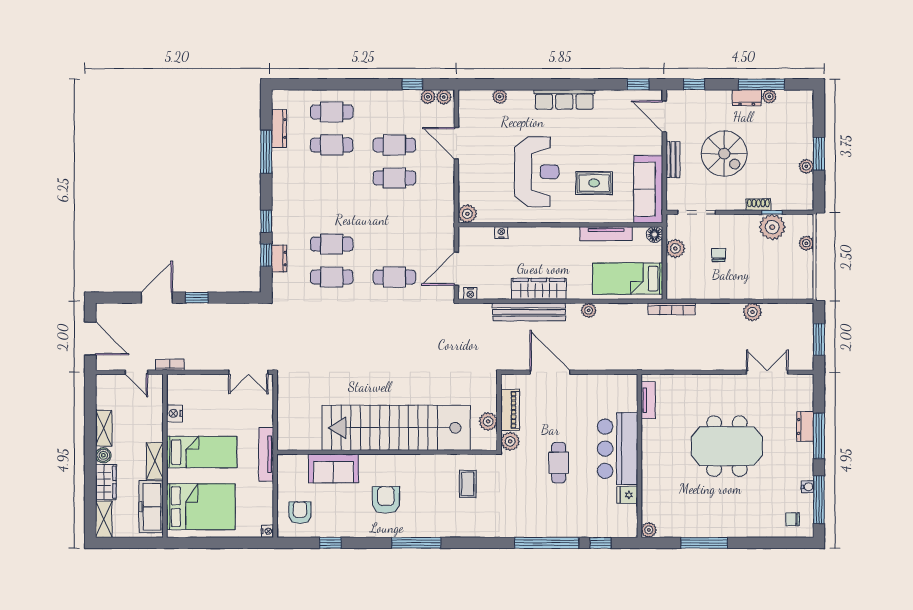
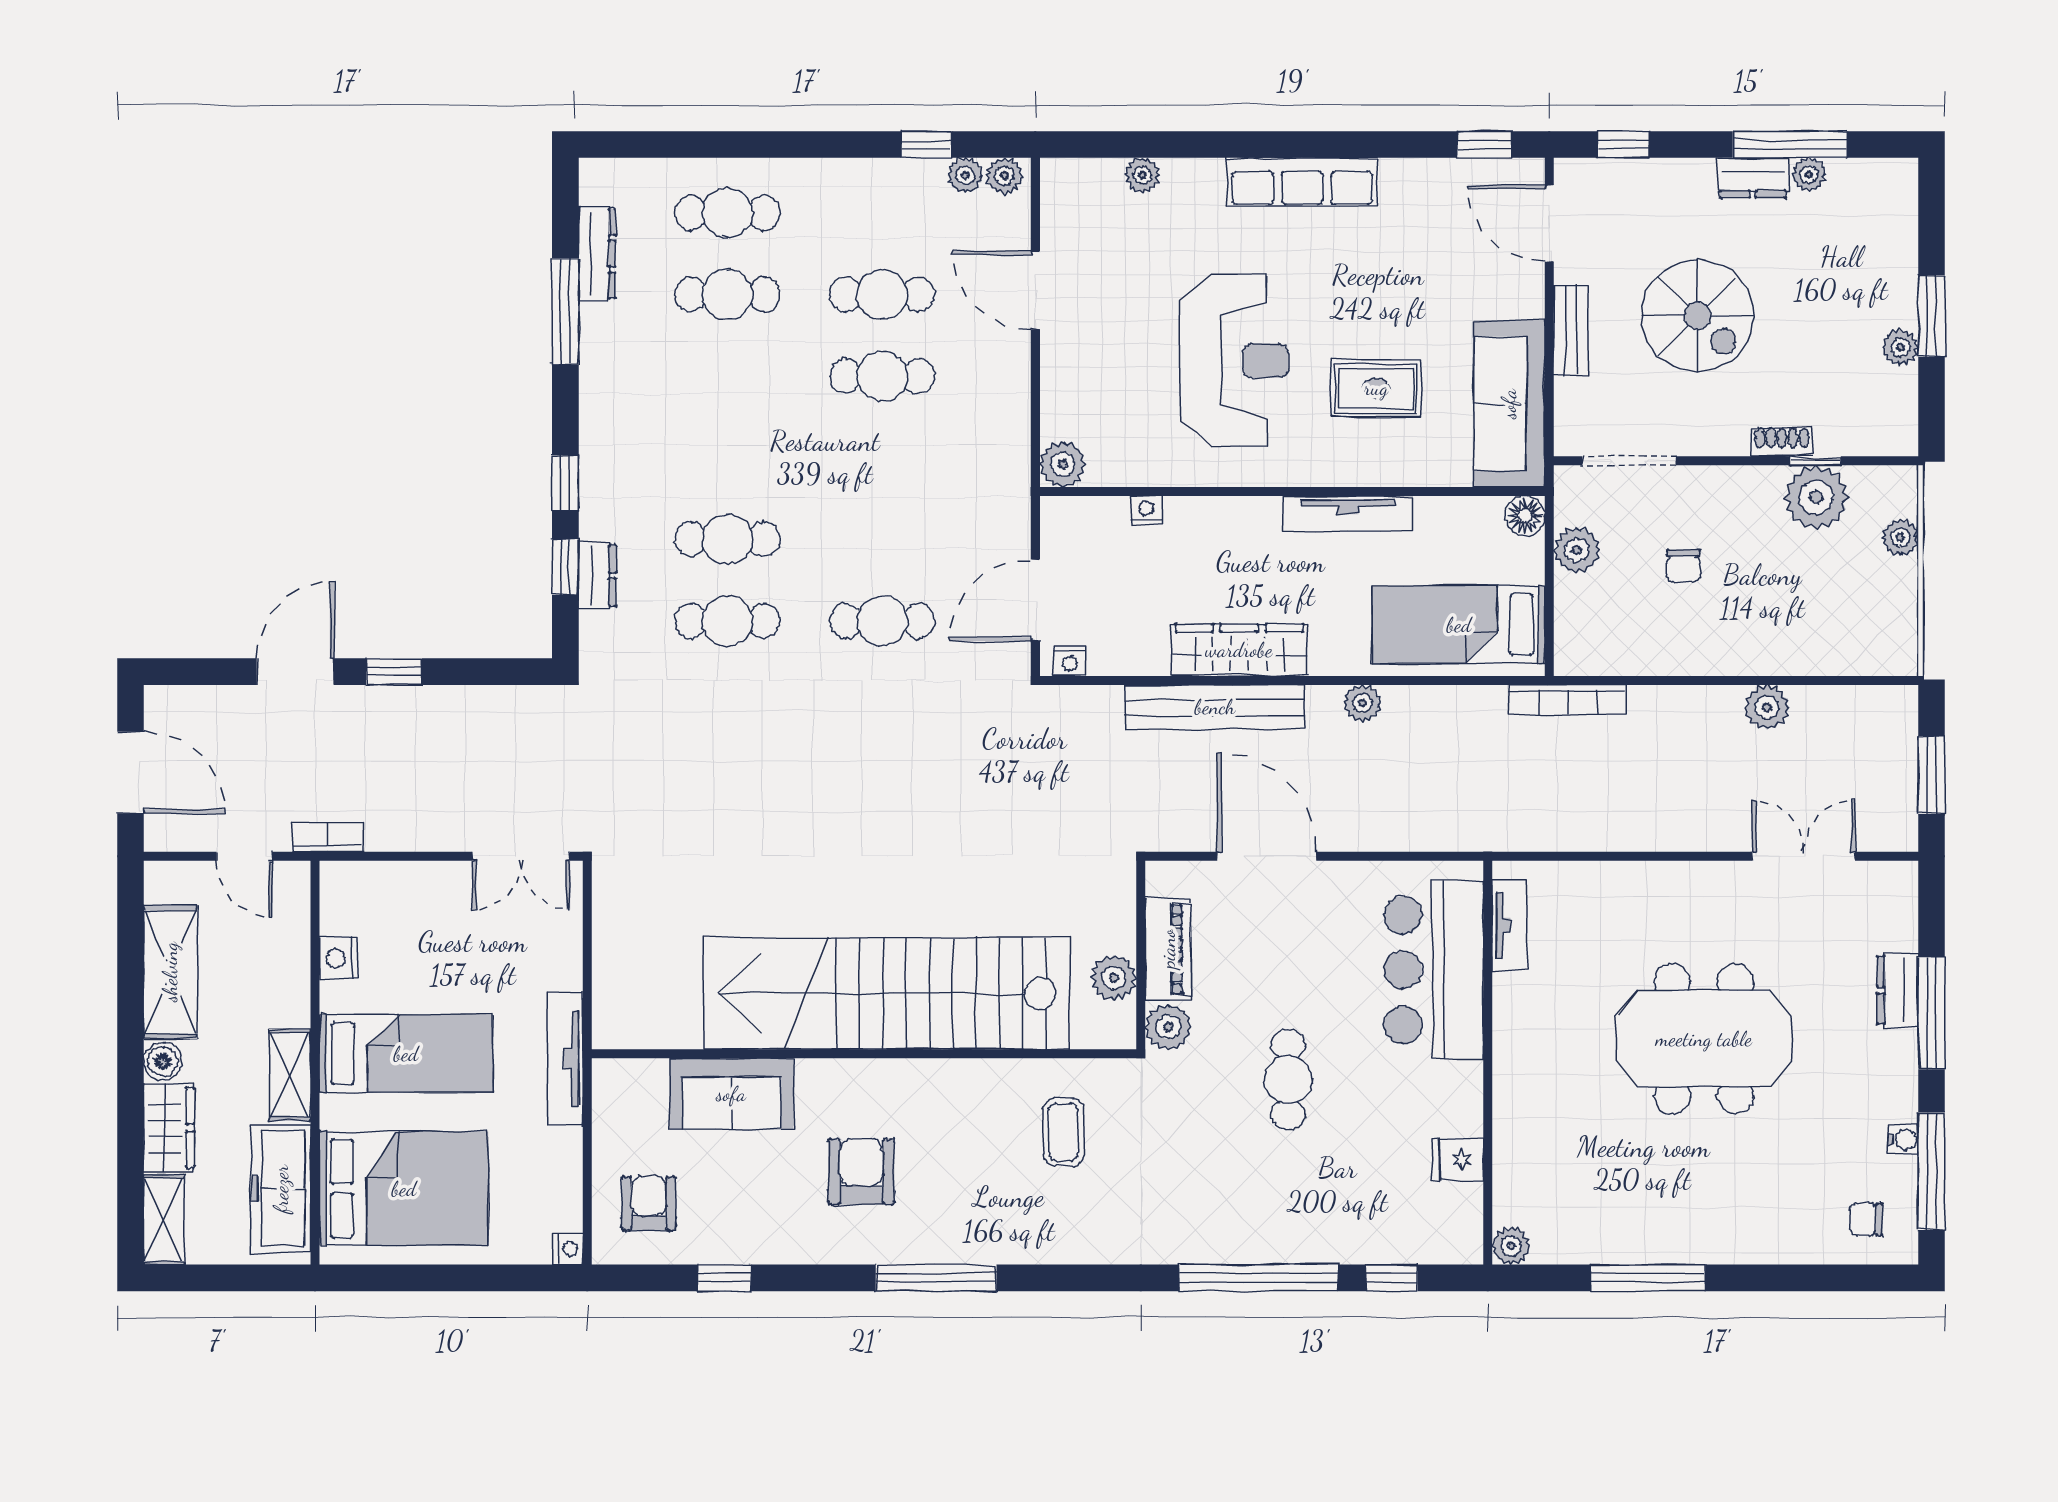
tv unit: (606, 234) -> (1348, 513), moved
chair: (718, 255) -> (1683, 566), turned 180
shelving: (104, 428) -> (170, 972), width x1.50, depth x1.33
bar counter: (618, 449) -> (1434, 970), moved

